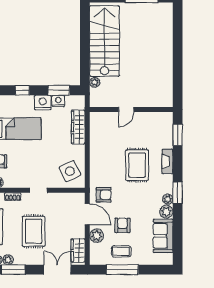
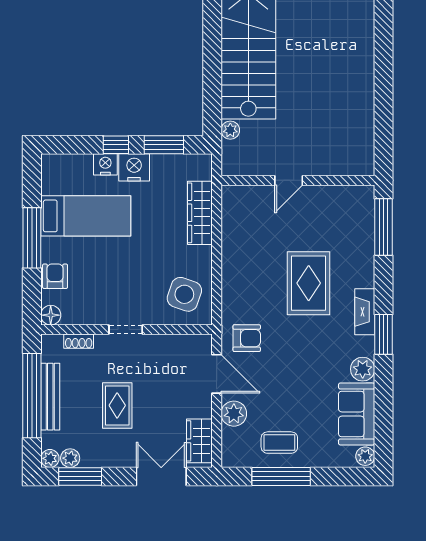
window: (22, 90) -> (116, 145), moved
nightstand: (58, 101) -> (105, 164), moved
window: (178, 135) -> (384, 227), width x1.44
fireplace: (167, 161) -> (365, 312), moved
side table: (70, 171) -> (184, 294), turned 45
plant: (168, 199) -> (365, 456), moved
armchair: (122, 225) -> (282, 395), removed
rug: (34, 231) -> (117, 405), width x0.73, depth x0.70

